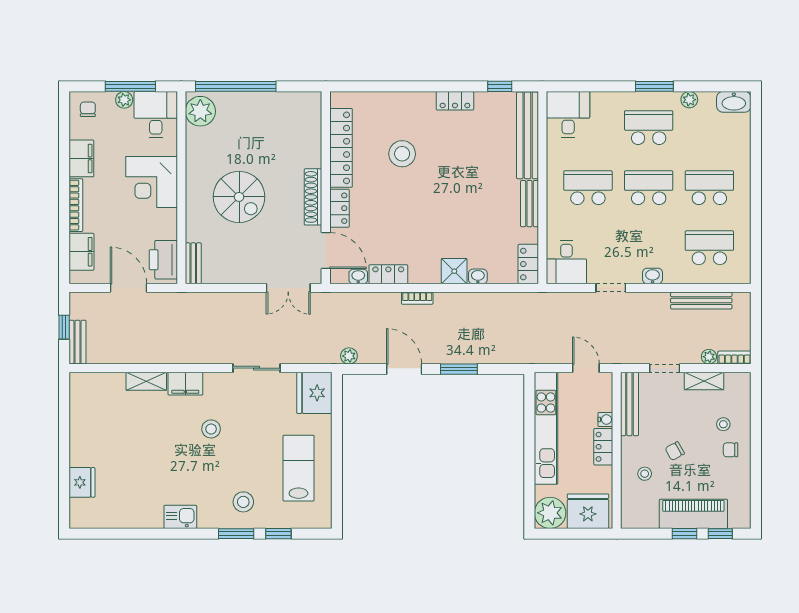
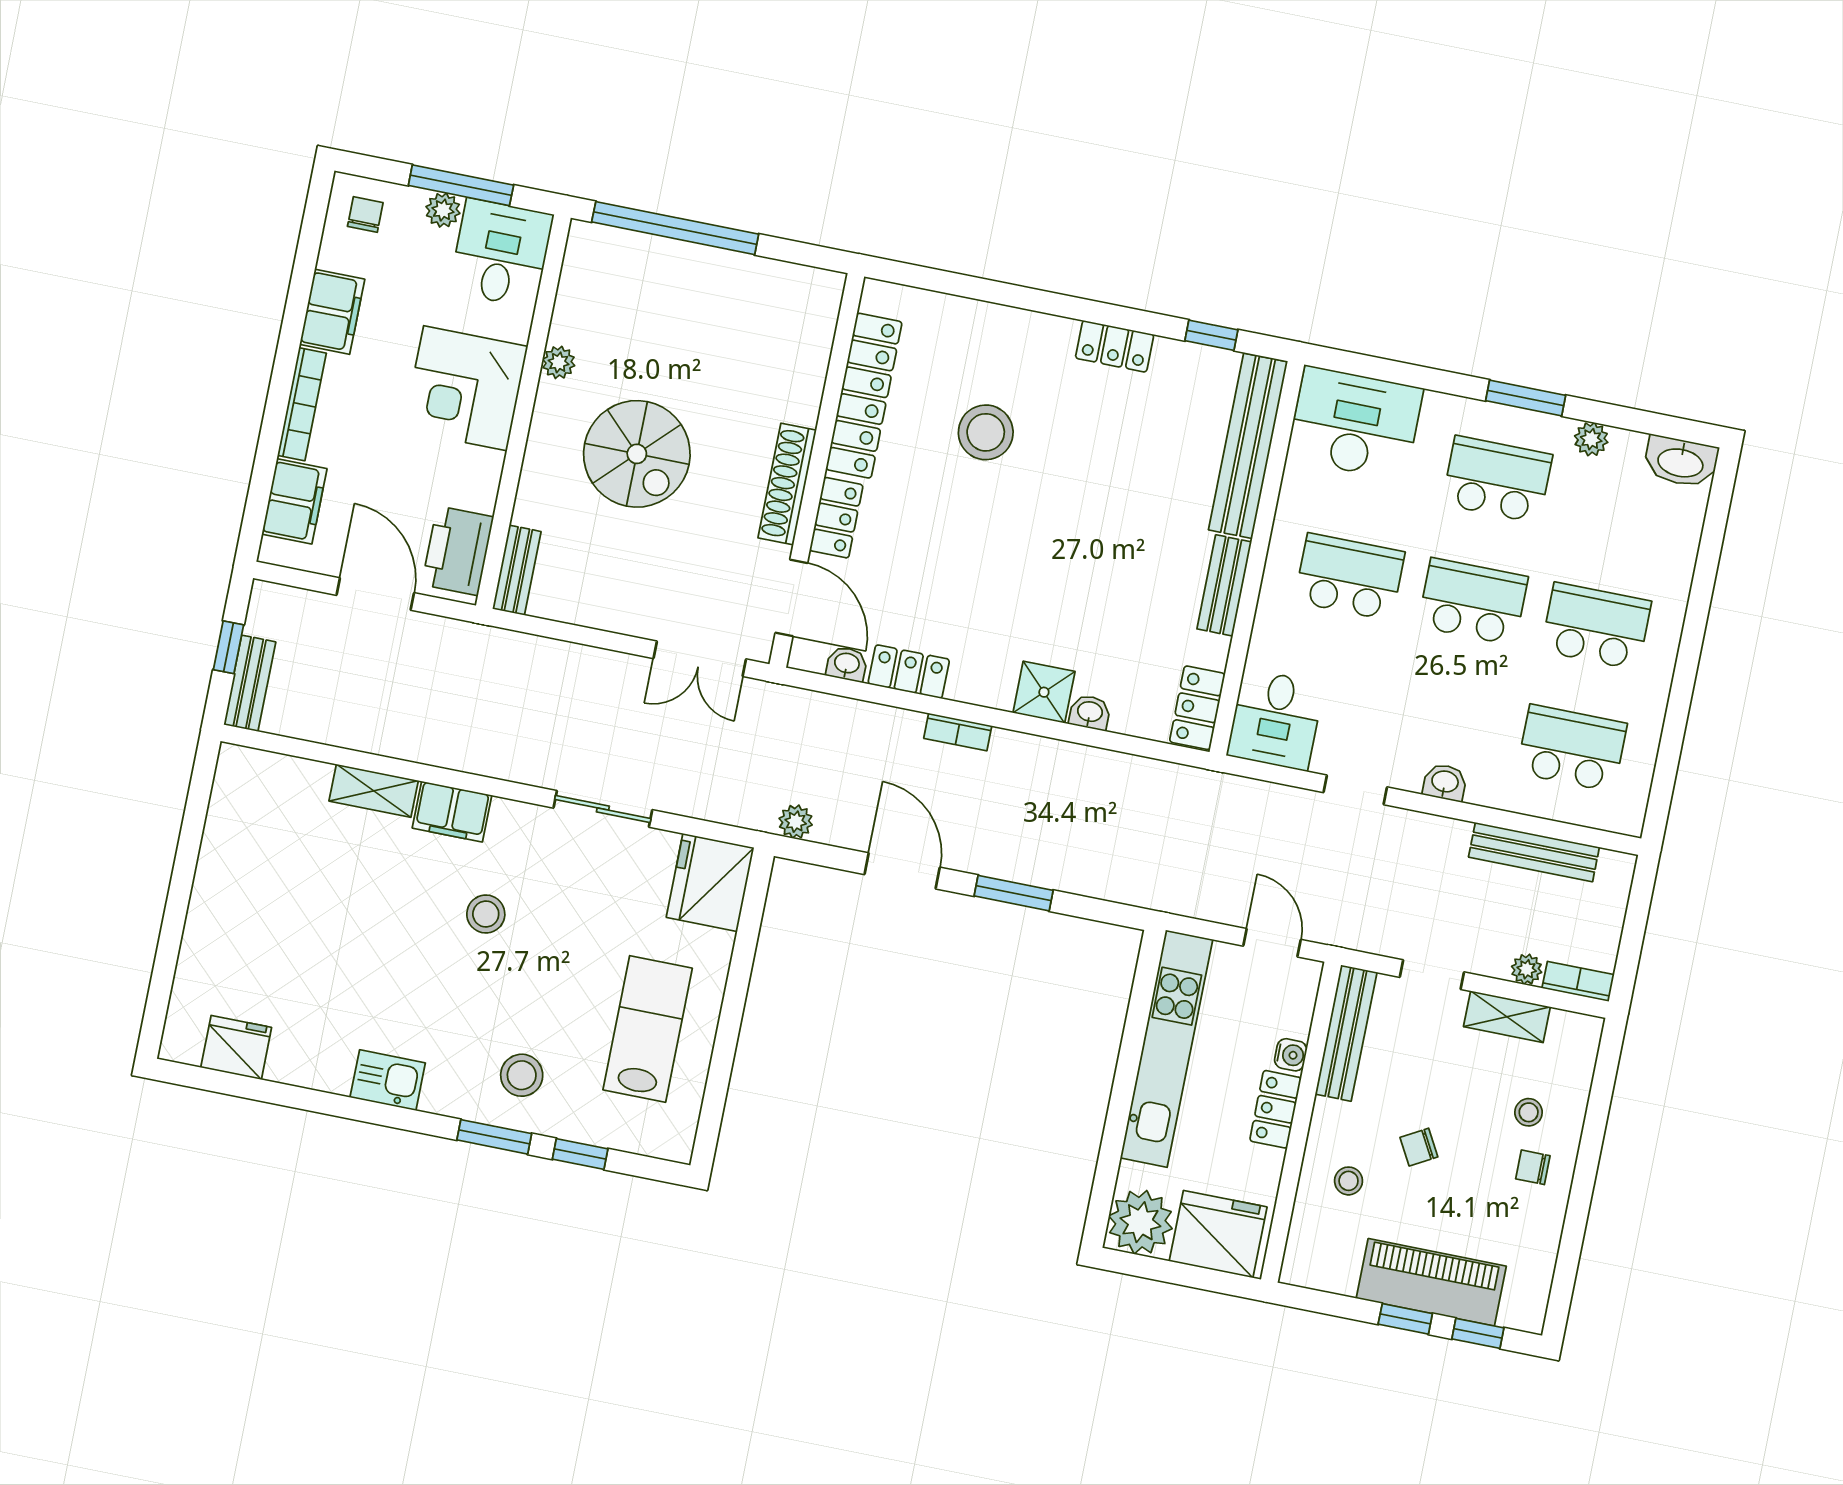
plant: (200, 111) -> (559, 362), moved, width x0.53, depth x0.53
desk: (568, 114) -> (1355, 423), width x1.37
fridge: (82, 482) -> (236, 1047), moved, turned -90

